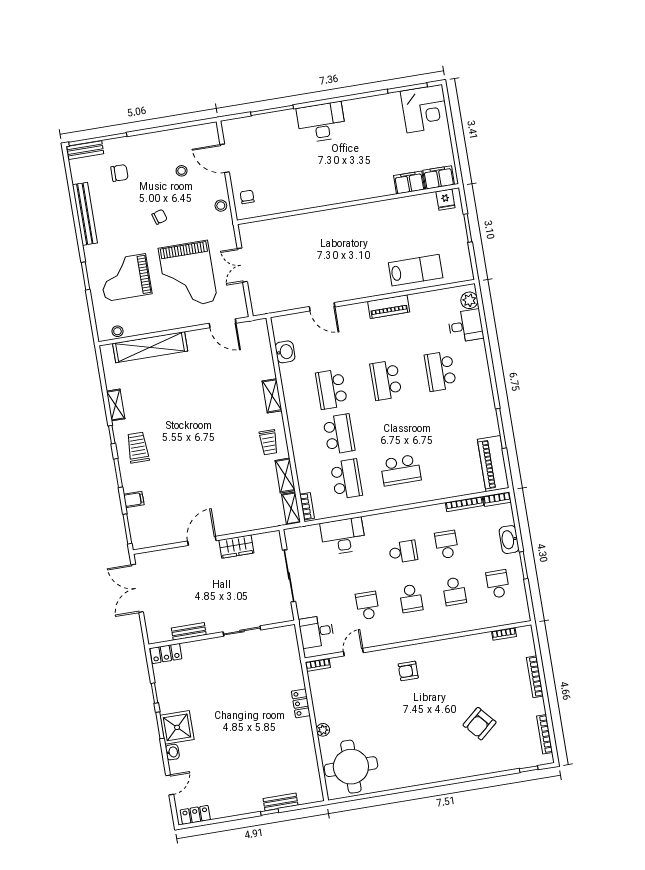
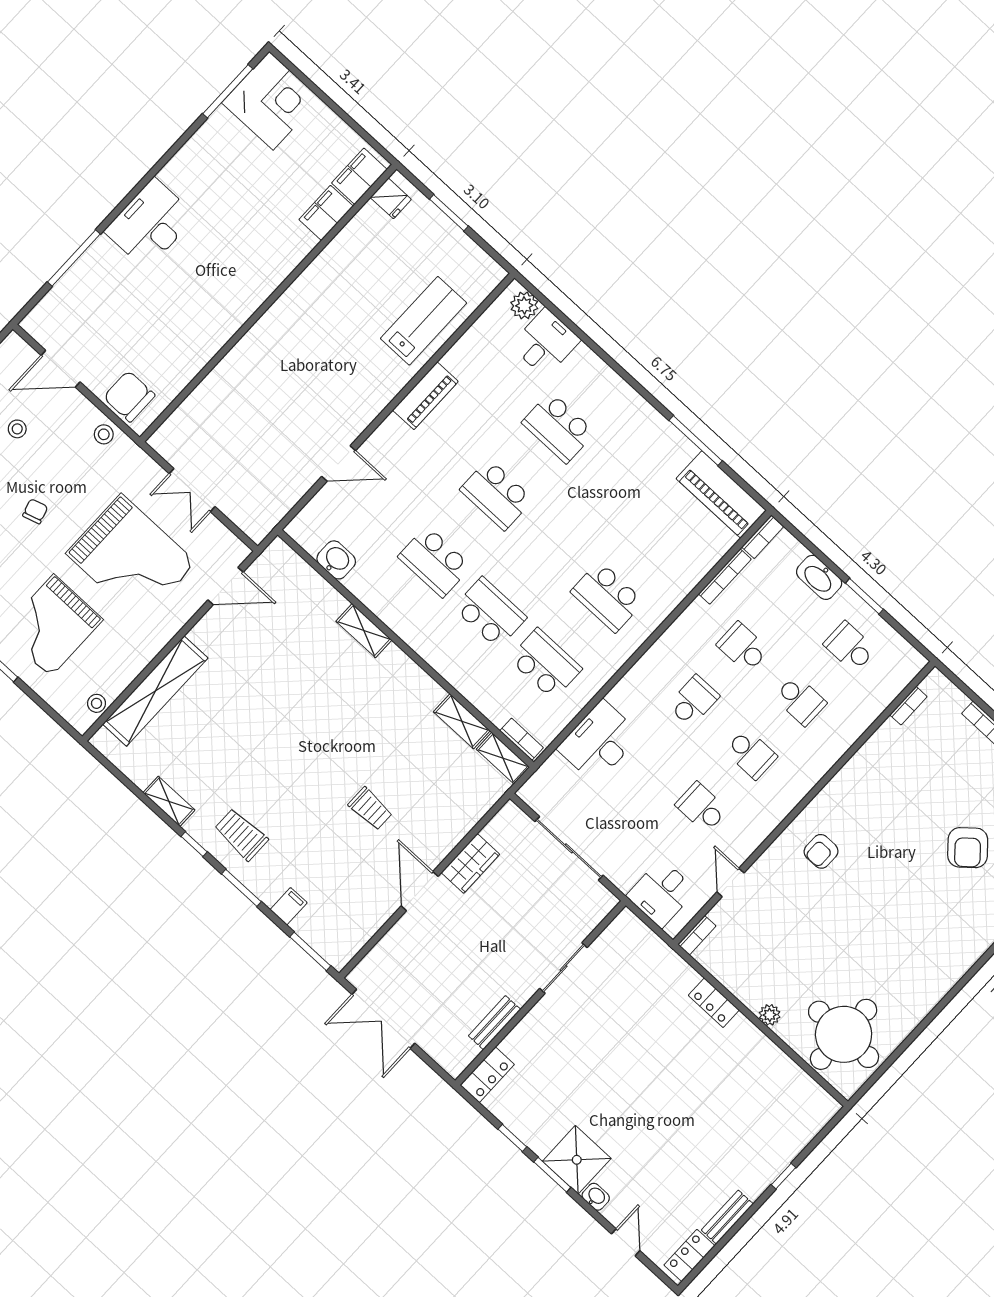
chair: (247, 197) -> (129, 396), width x1.87, depth x1.87
trolley: (269, 442) -> (370, 809), moved
school desk: (401, 470) -> (607, 597), turned 90
bench: (280, 802) -> (727, 1217), moved

